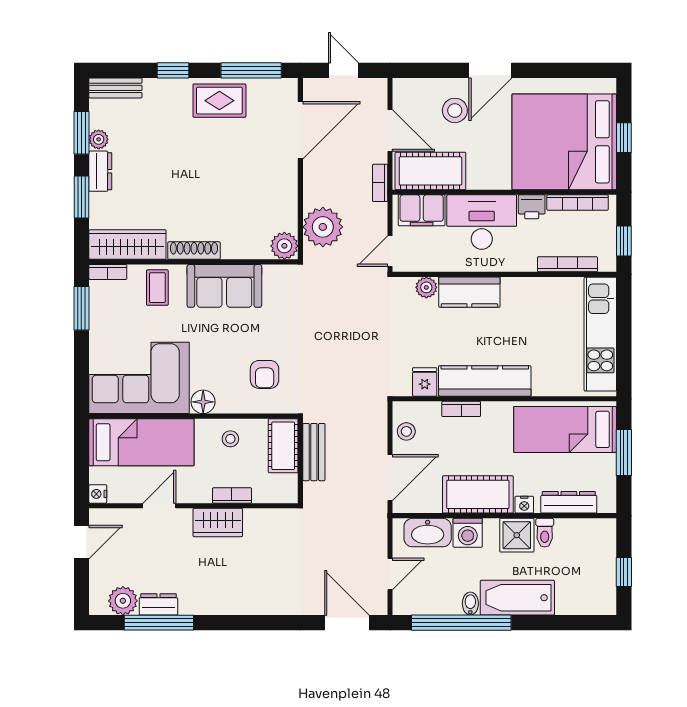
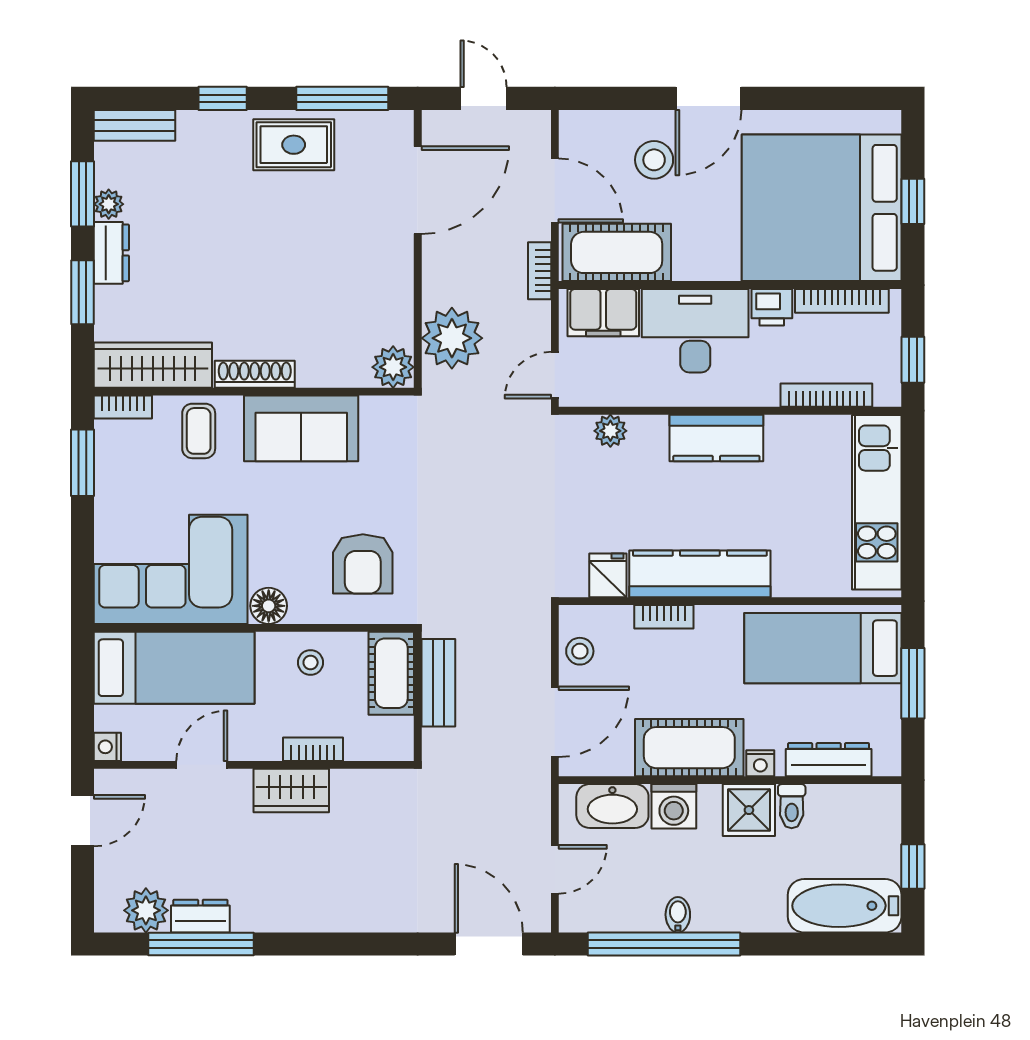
kitchen counter: (469, 292) -> (716, 438), moved
armchair: (265, 374) -> (363, 564), width x1.38, depth x1.38
bathtub: (517, 598) -> (845, 906), moved

